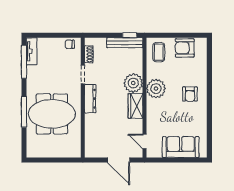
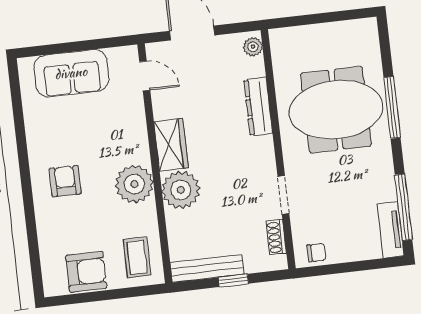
window: (130, 35) -> (233, 280), moved
dresser: (90, 99) -> (258, 107), moved
plant: (89, 150) -> (253, 47), added

